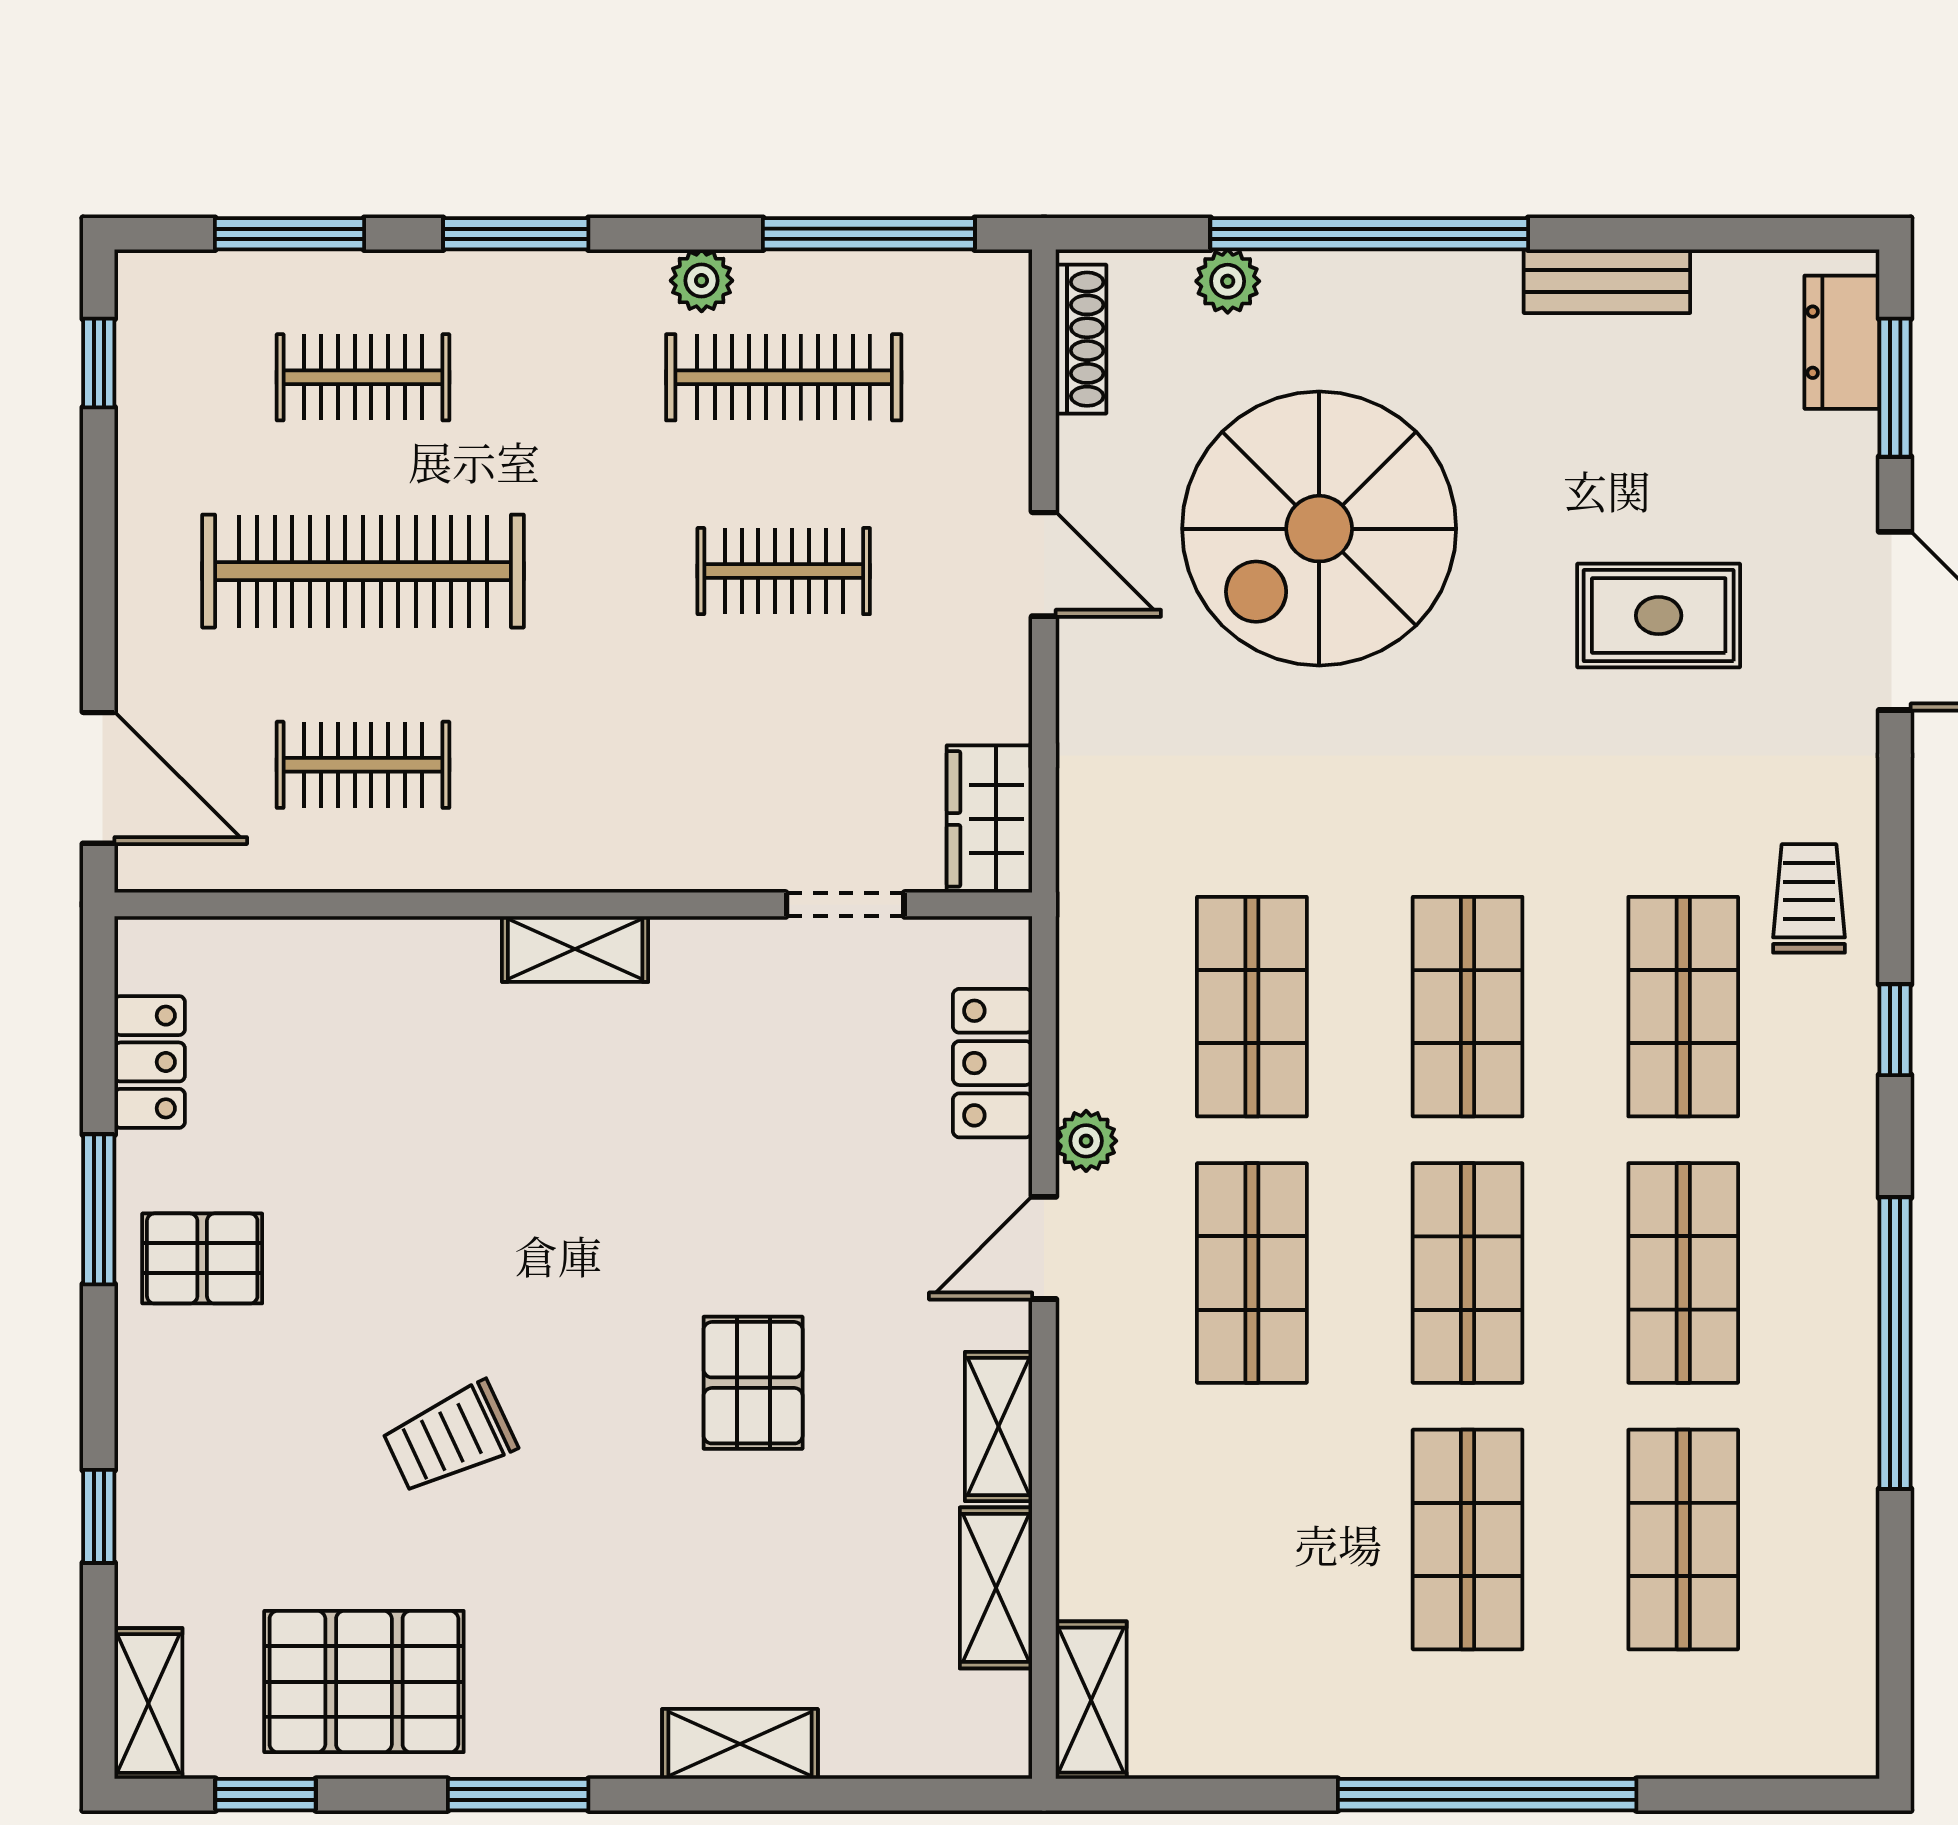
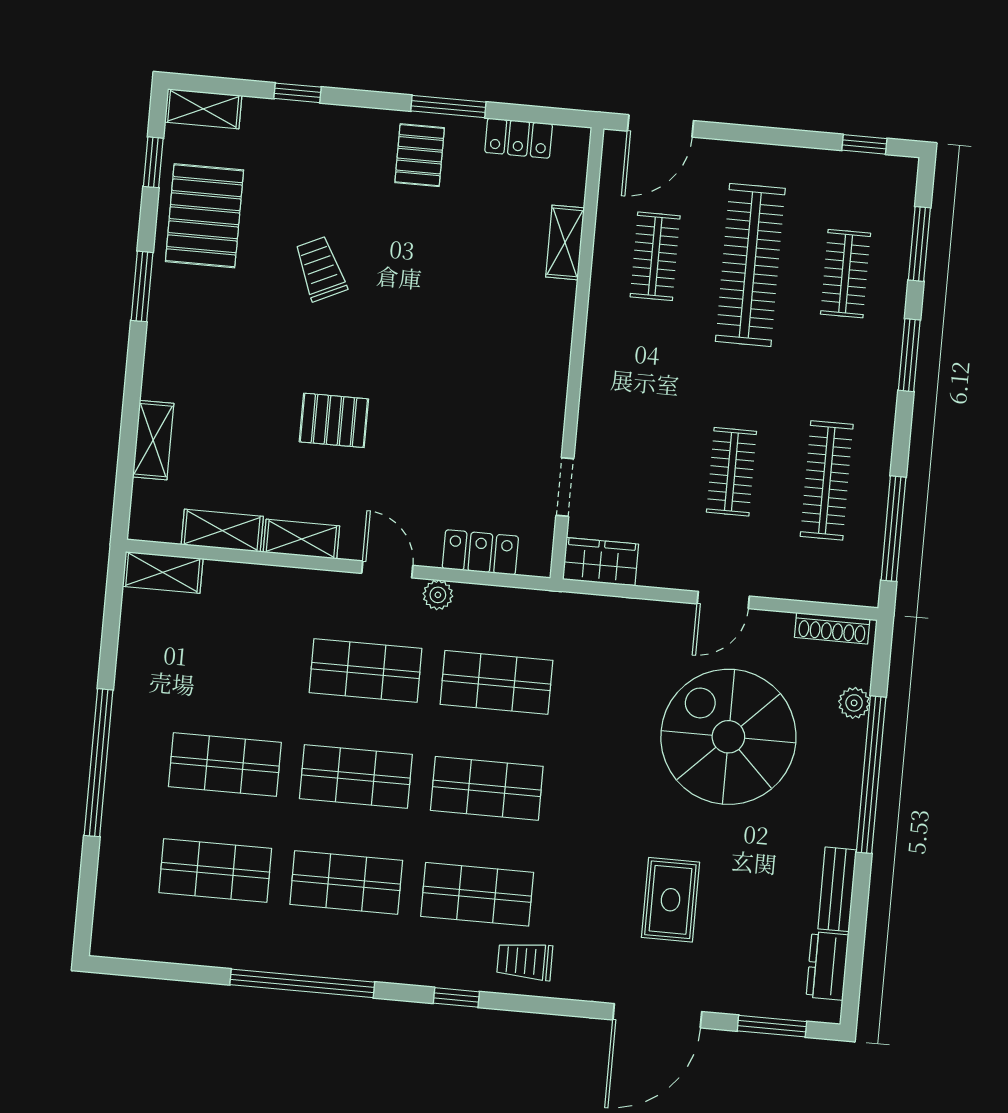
plant: (702, 281) -> (878, 444), removed
dresser: (1842, 342) -> (827, 966), moved, turned -90
trolley: (1809, 898) -> (525, 961), turned 180
shelving: (575, 949) -> (565, 242), moved
shelving: (740, 1744) -> (153, 440), moved

